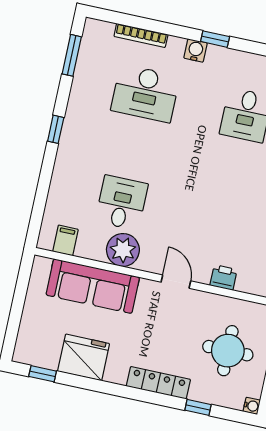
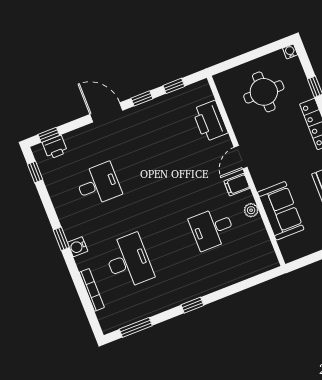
filing cabinet: (65, 240) -> (237, 185), moved
plant: (123, 250) -> (251, 210), width x0.53, depth x0.53
printer: (224, 278) -> (210, 121), width x1.87, depth x1.48
sofa: (93, 286) -> (281, 211), width x0.73

